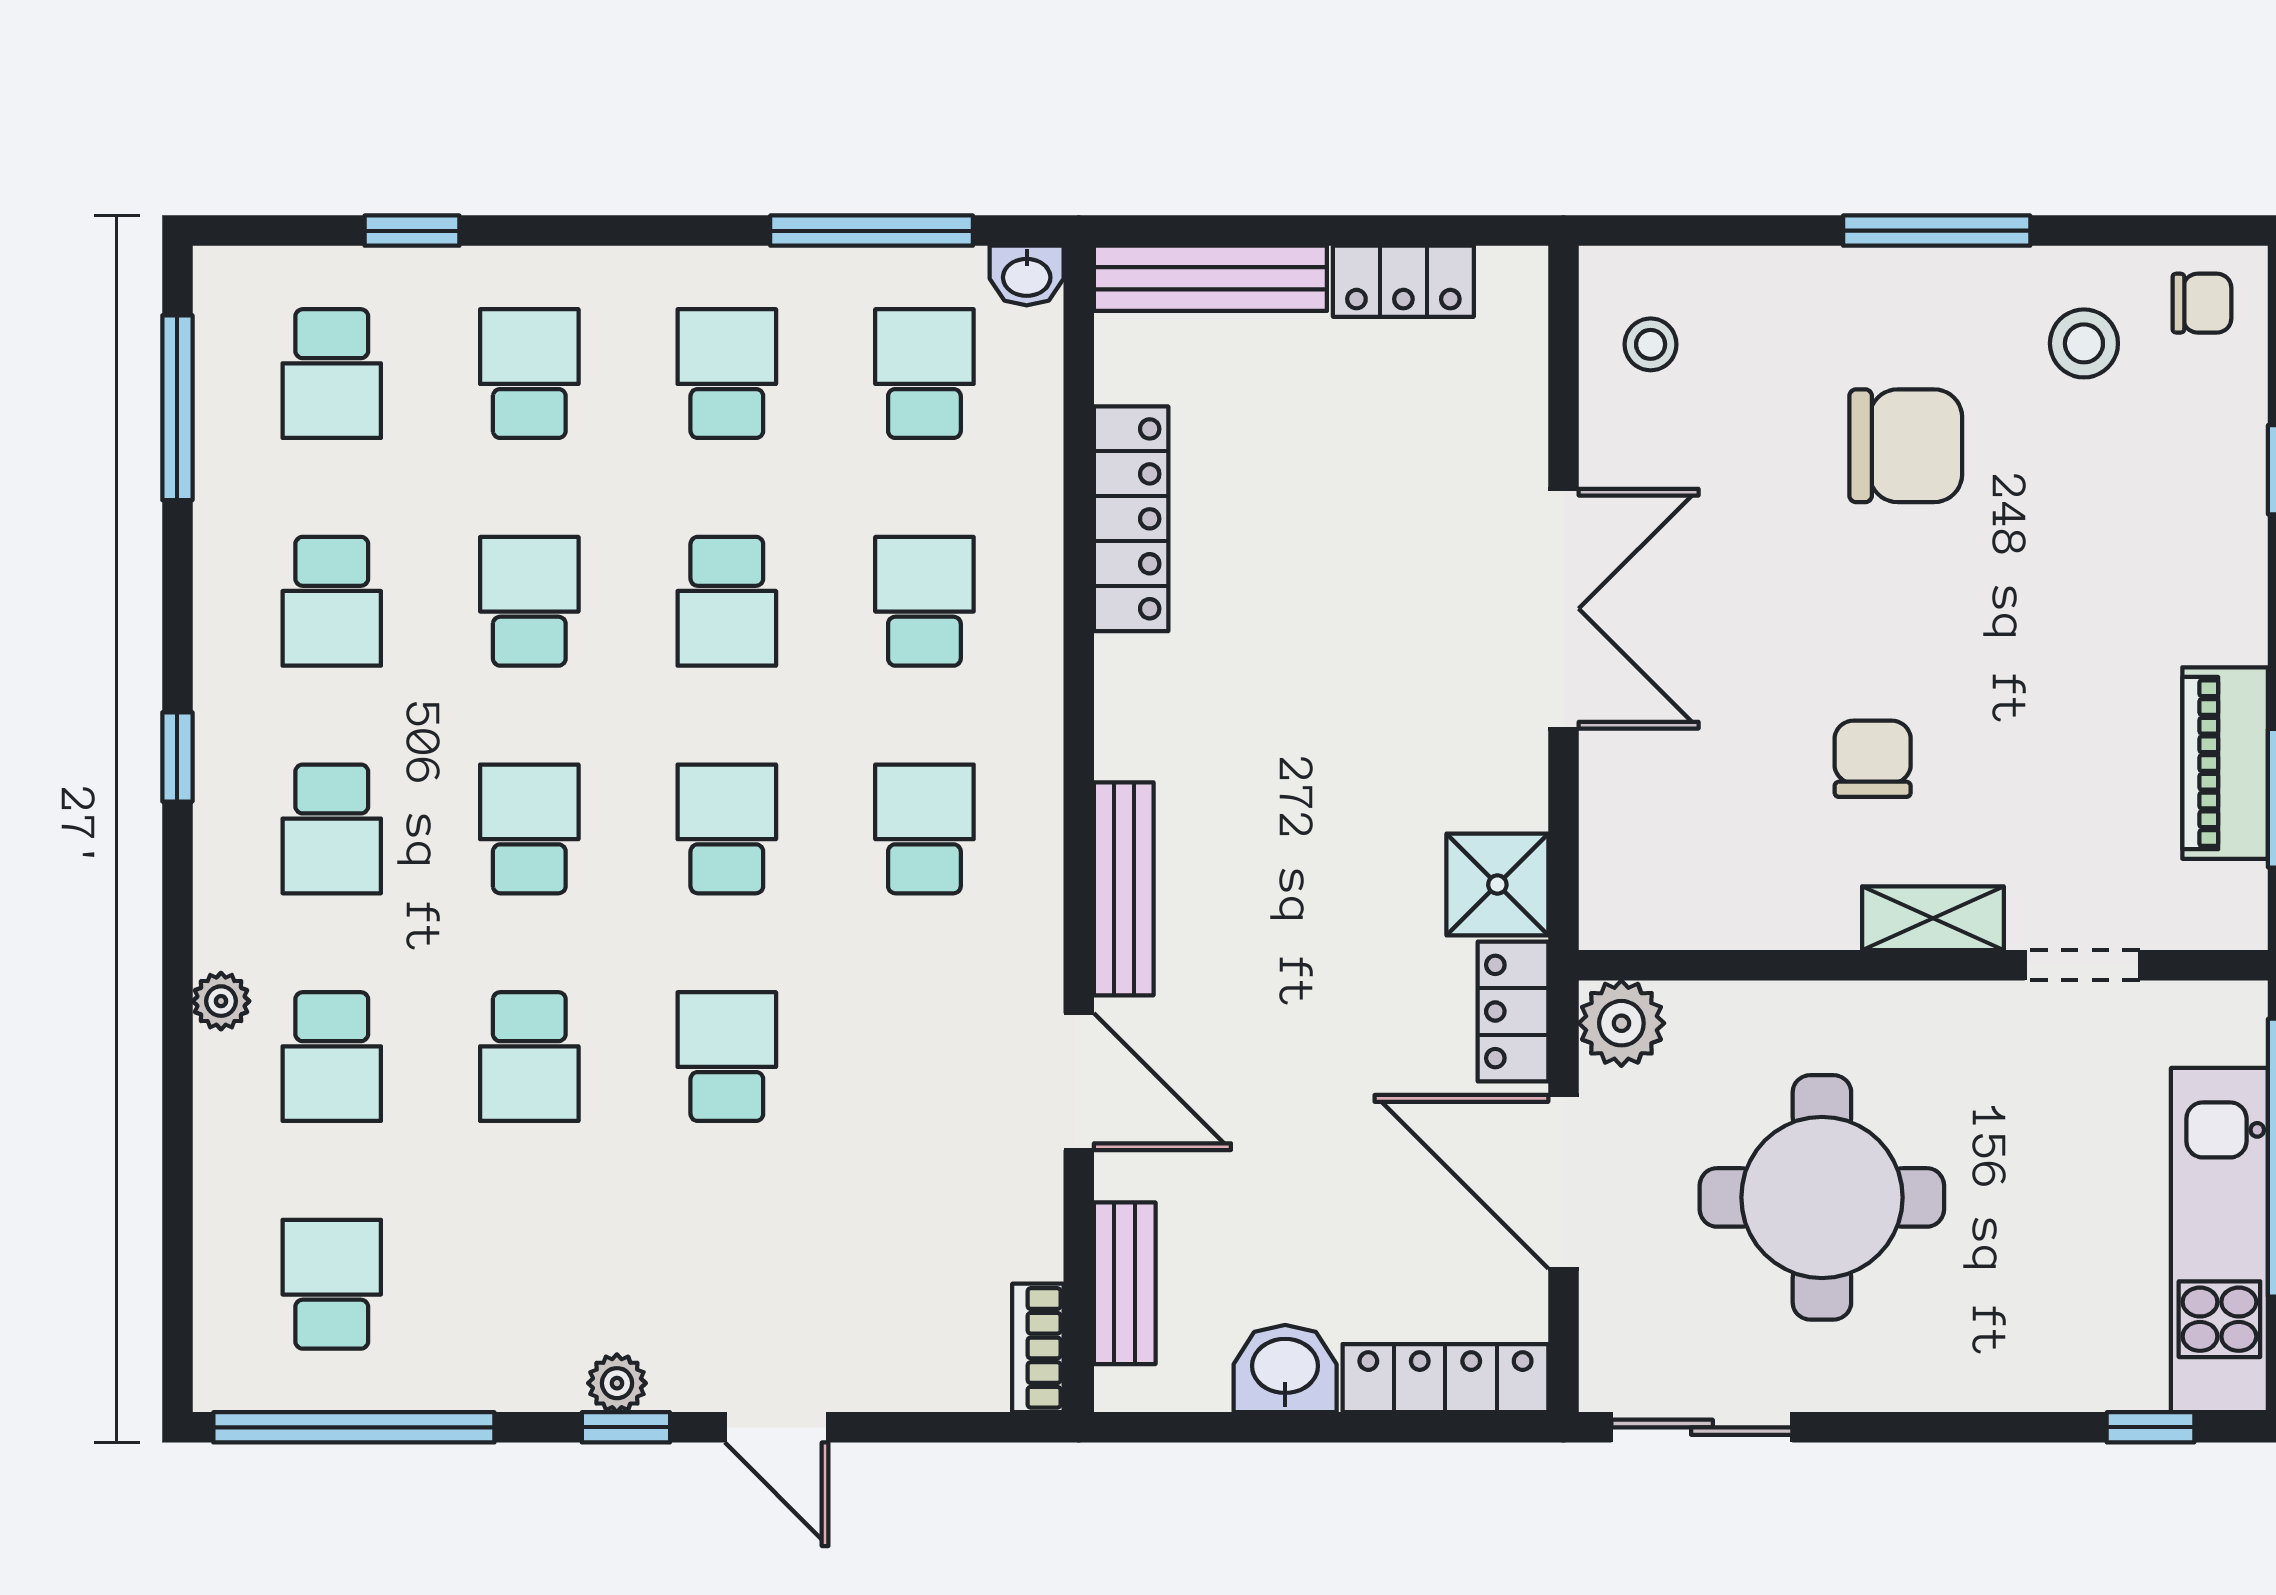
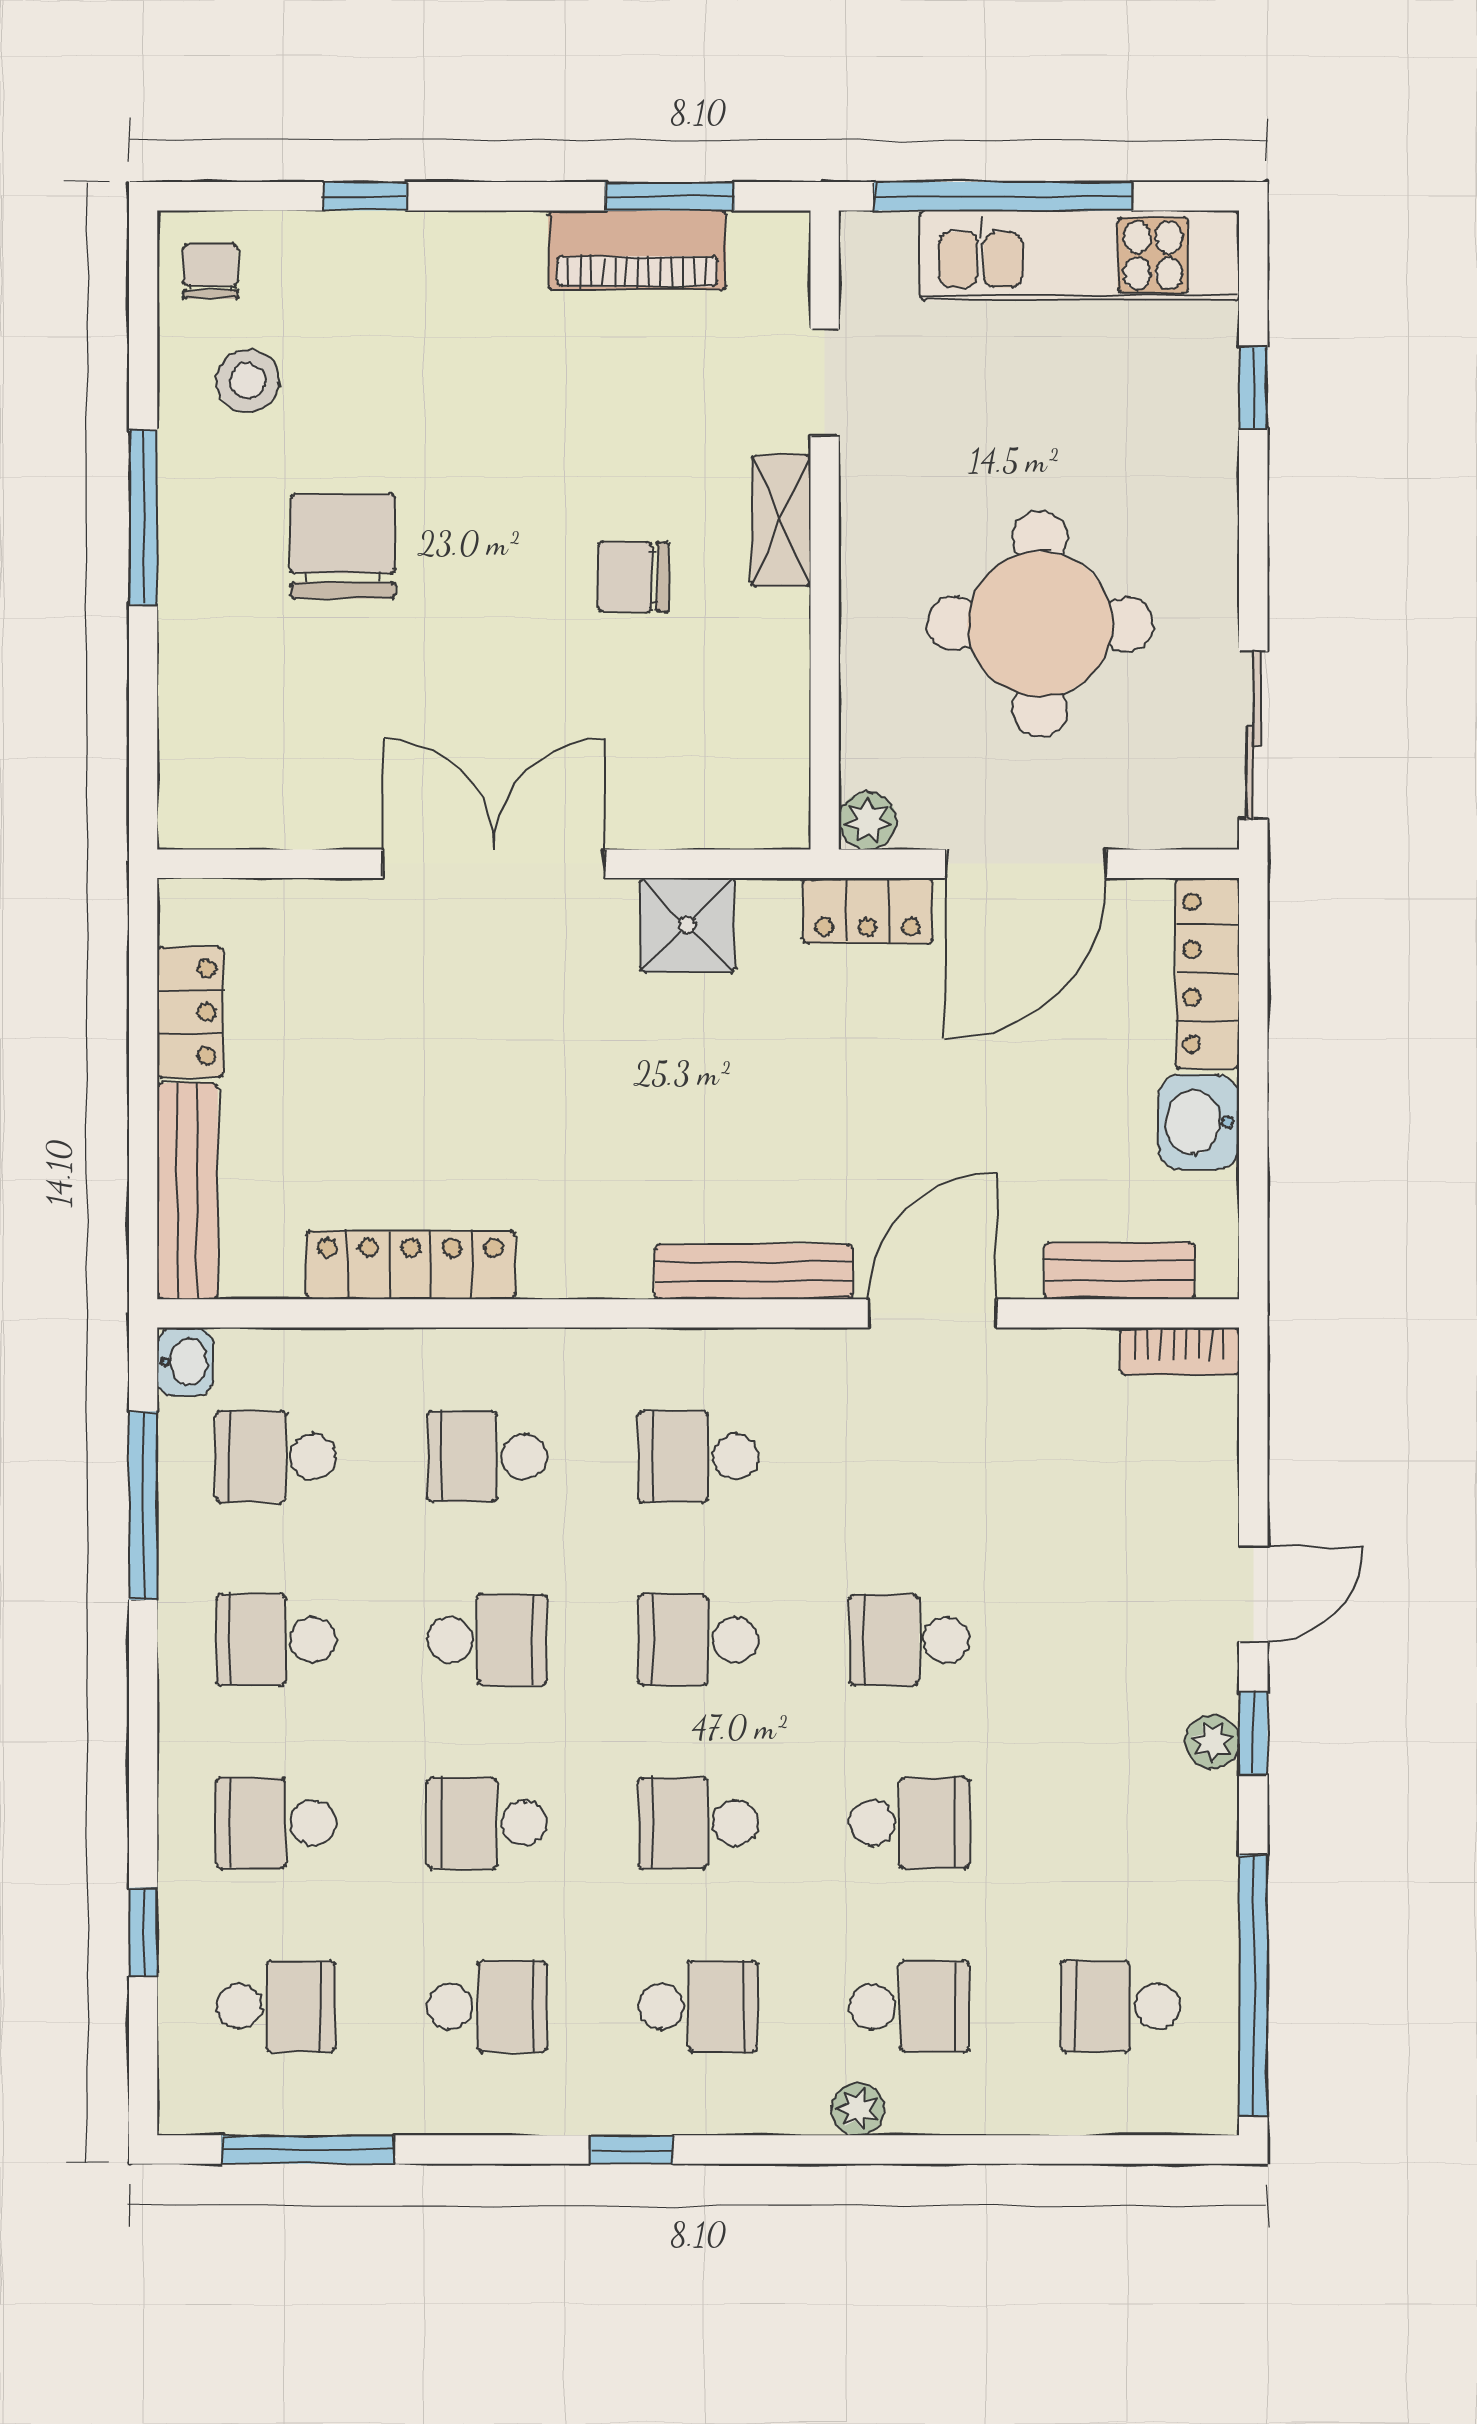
stool: (1651, 344) -> (249, 783), removed
shower: (1497, 885) -> (687, 925), moved
plant: (1621, 1023) -> (868, 821), width x0.73, depth x0.73
window: (2150, 1427) -> (1253, 388), moved

